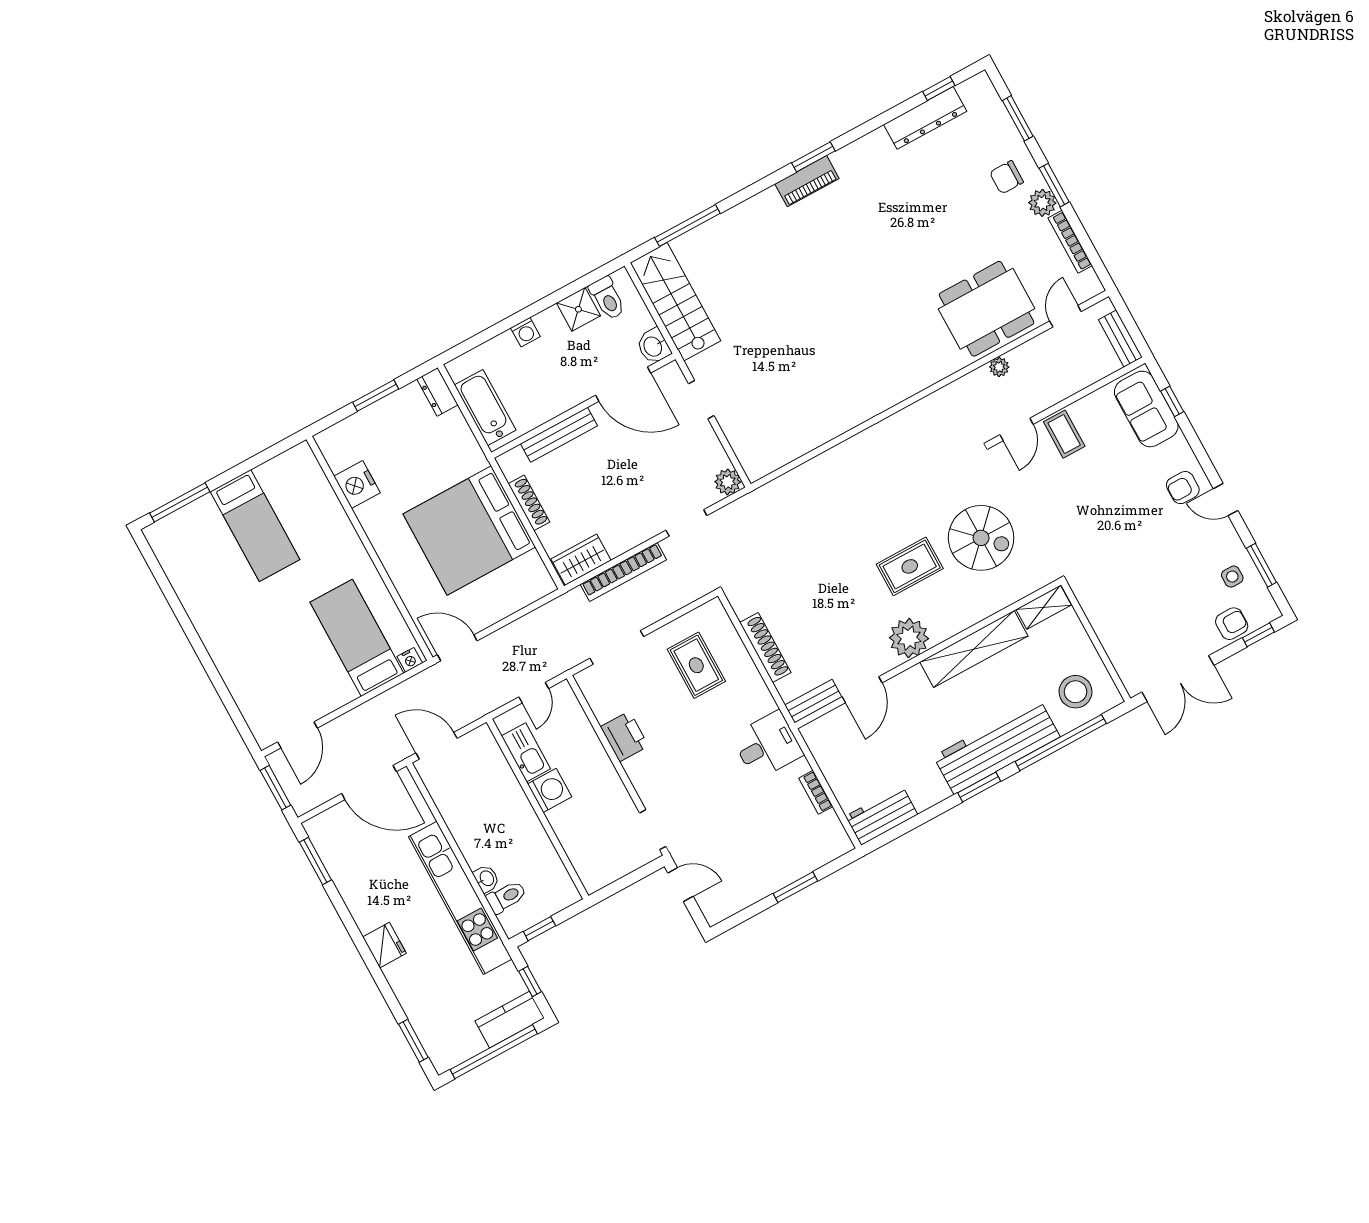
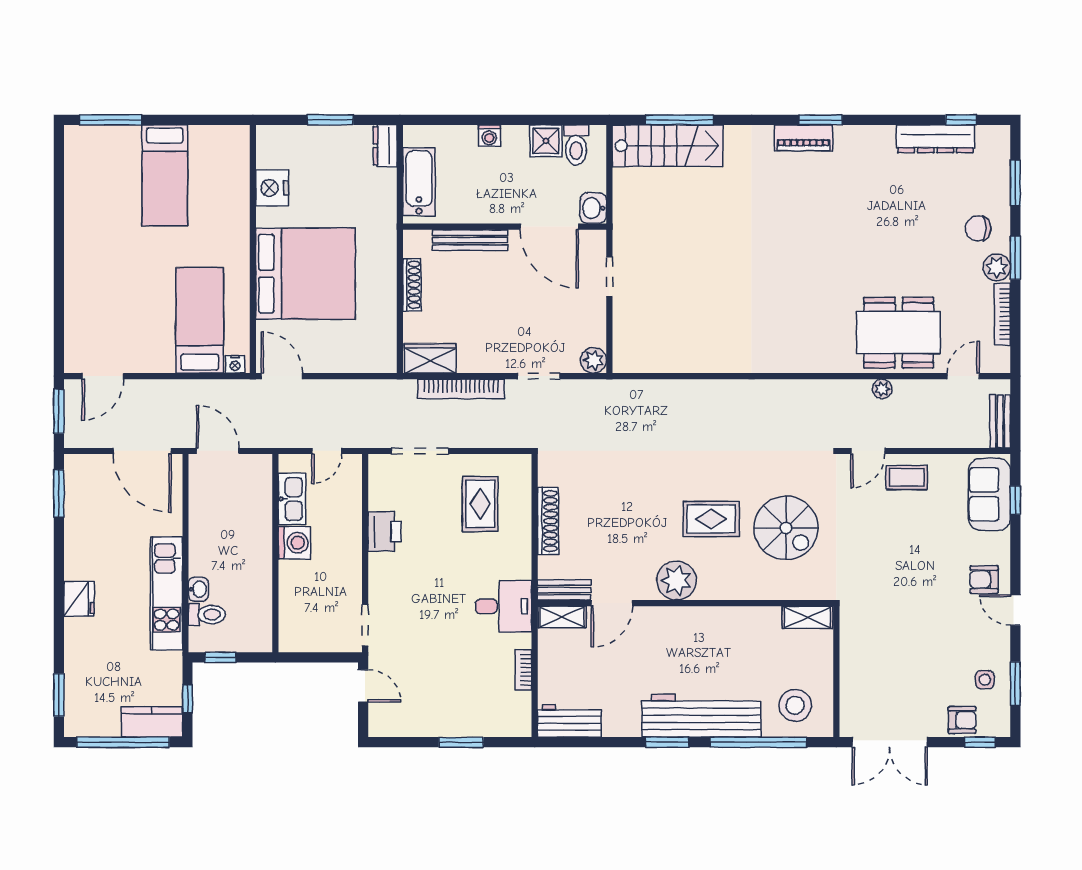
stairs: (675, 302) -> (668, 146), moved, turned 90
coffee table: (1064, 434) -> (907, 477), turned 90
bed: (469, 531) -> (305, 274), moved, turned 180
shelving: (974, 649) -> (562, 617), moved, width x0.45, depth x0.75
kitchen unit: (460, 898) -> (167, 594), width x0.73

